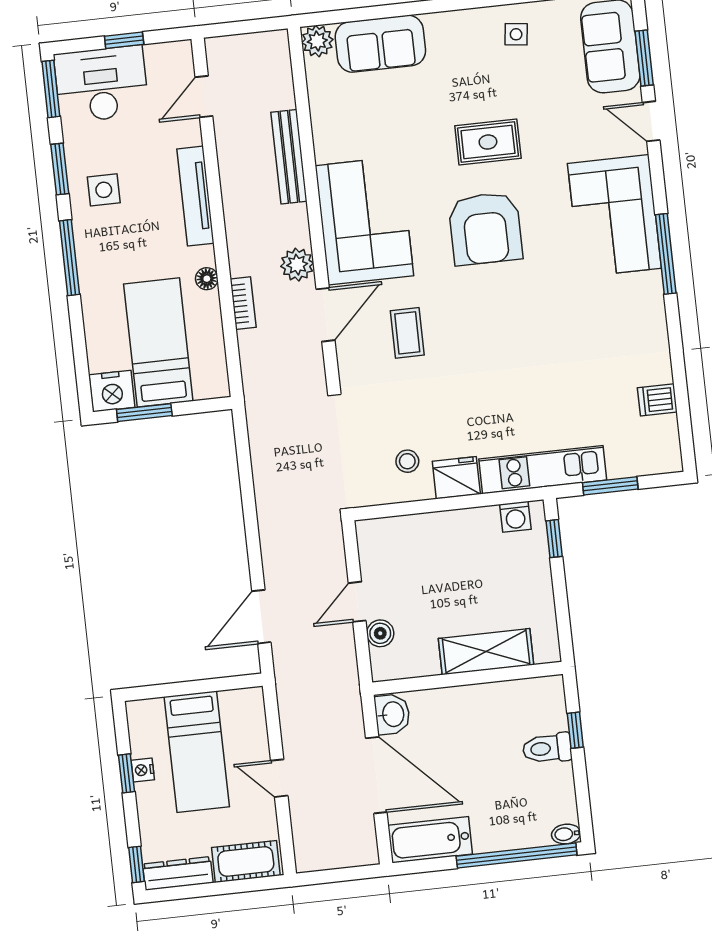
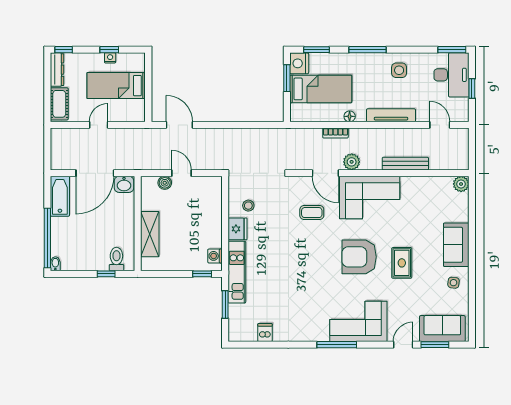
sofa: (380, 44) -> (456, 245), moved
window: (60, 169) -> (316, 50), moved
toilet: (547, 748) -> (116, 259), moved

